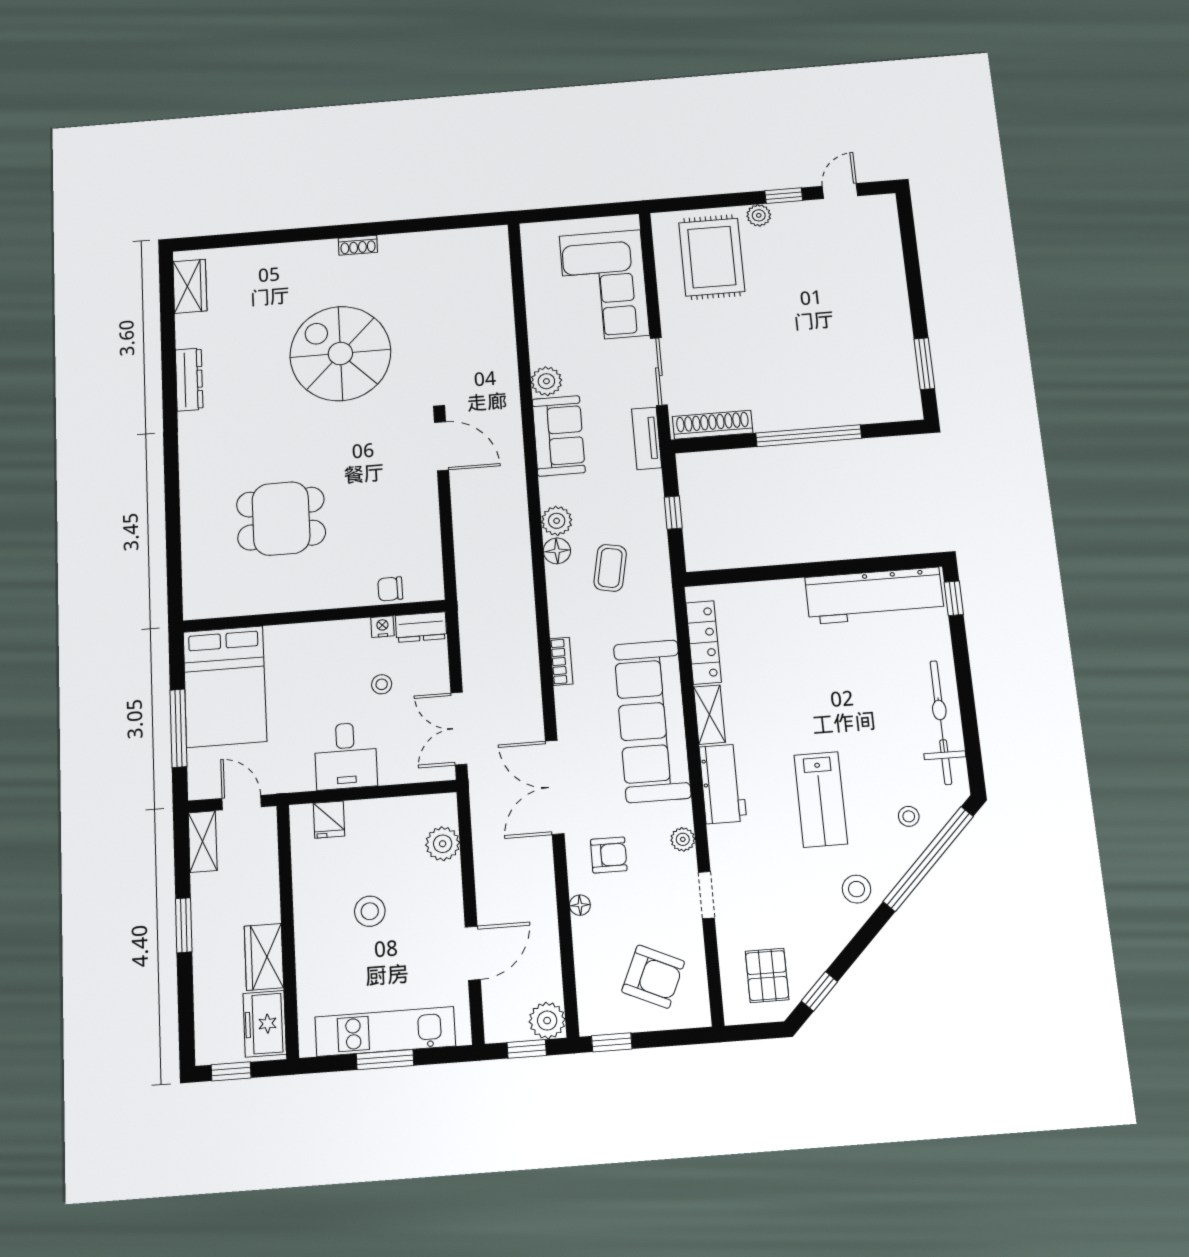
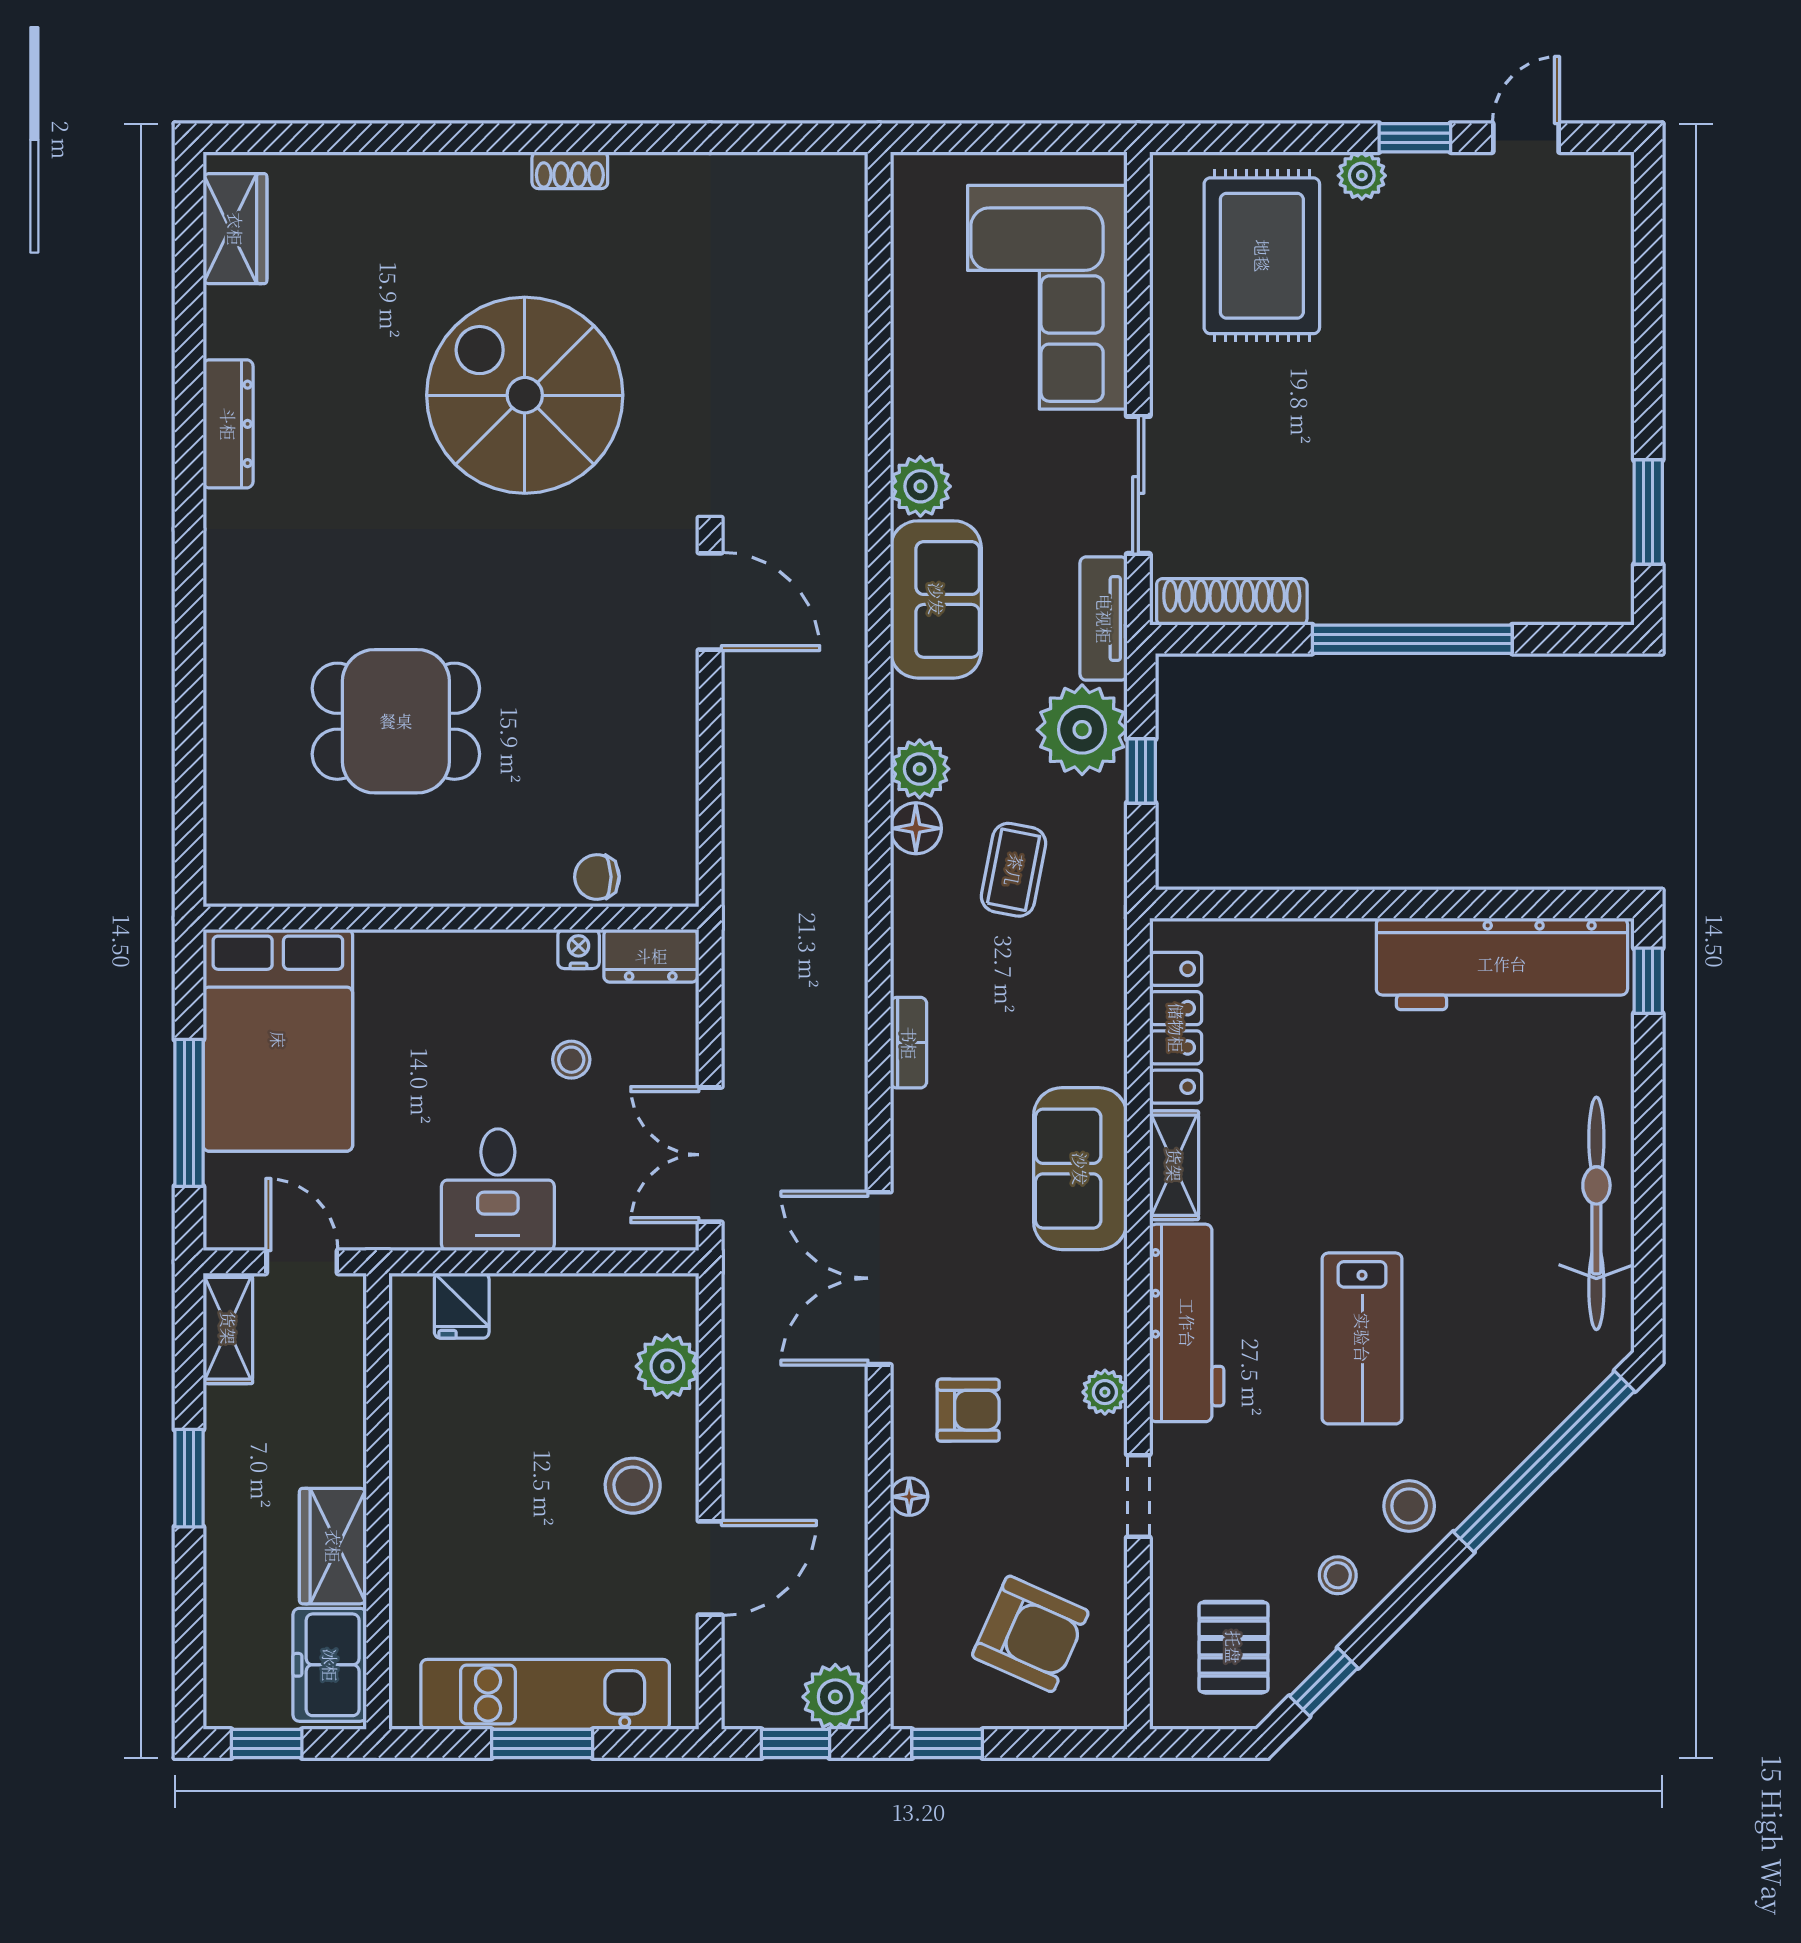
plant: (640, 494) -> (1082, 730), added
sofa: (652, 721) -> (1080, 1169), width x0.54, depth x0.79
workbench: (723, 784) -> (1187, 1323), width x1.38
stool: (909, 816) -> (1338, 1575), moved
stool: (370, 911) -> (633, 1486), moved

